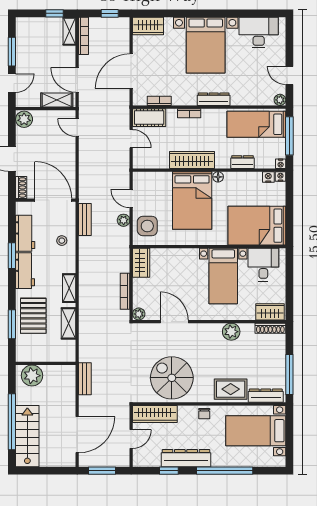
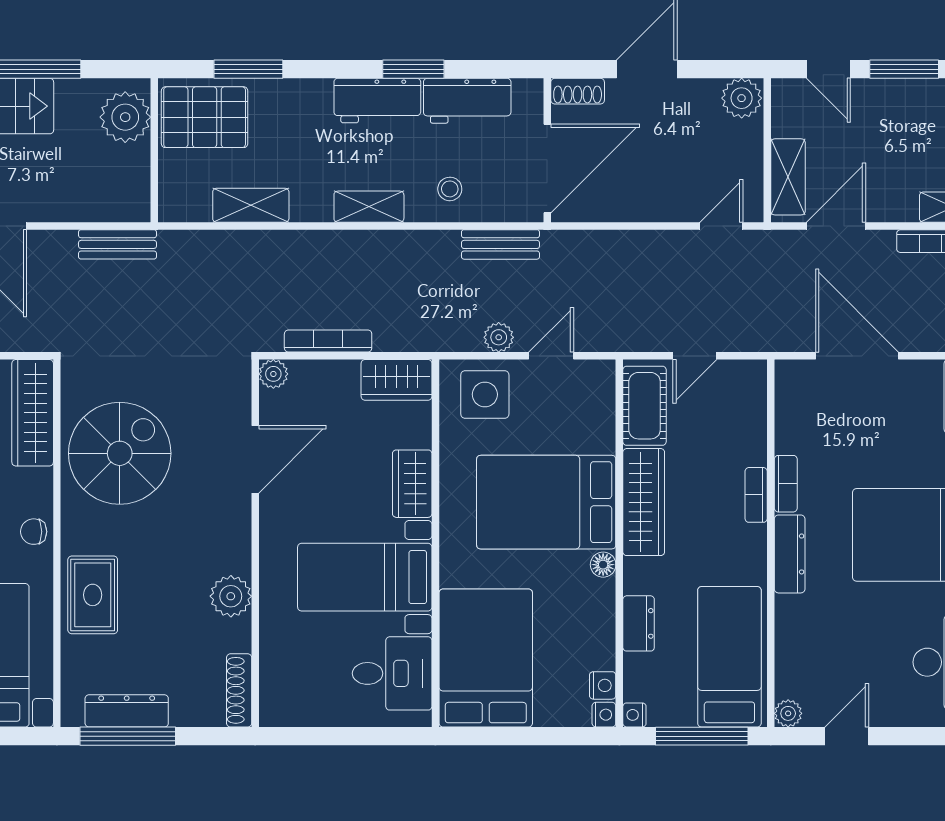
bookcase: (159, 101) -> (786, 484), moved
cot: (149, 118) -> (645, 406), moved
shelving: (69, 288) -> (369, 207), moved
wardrobe: (270, 312) -> (412, 484), moved, turned 180
pallet: (33, 316) -> (205, 117), moved
dresser: (266, 396) -> (127, 711), moved, turned -90

